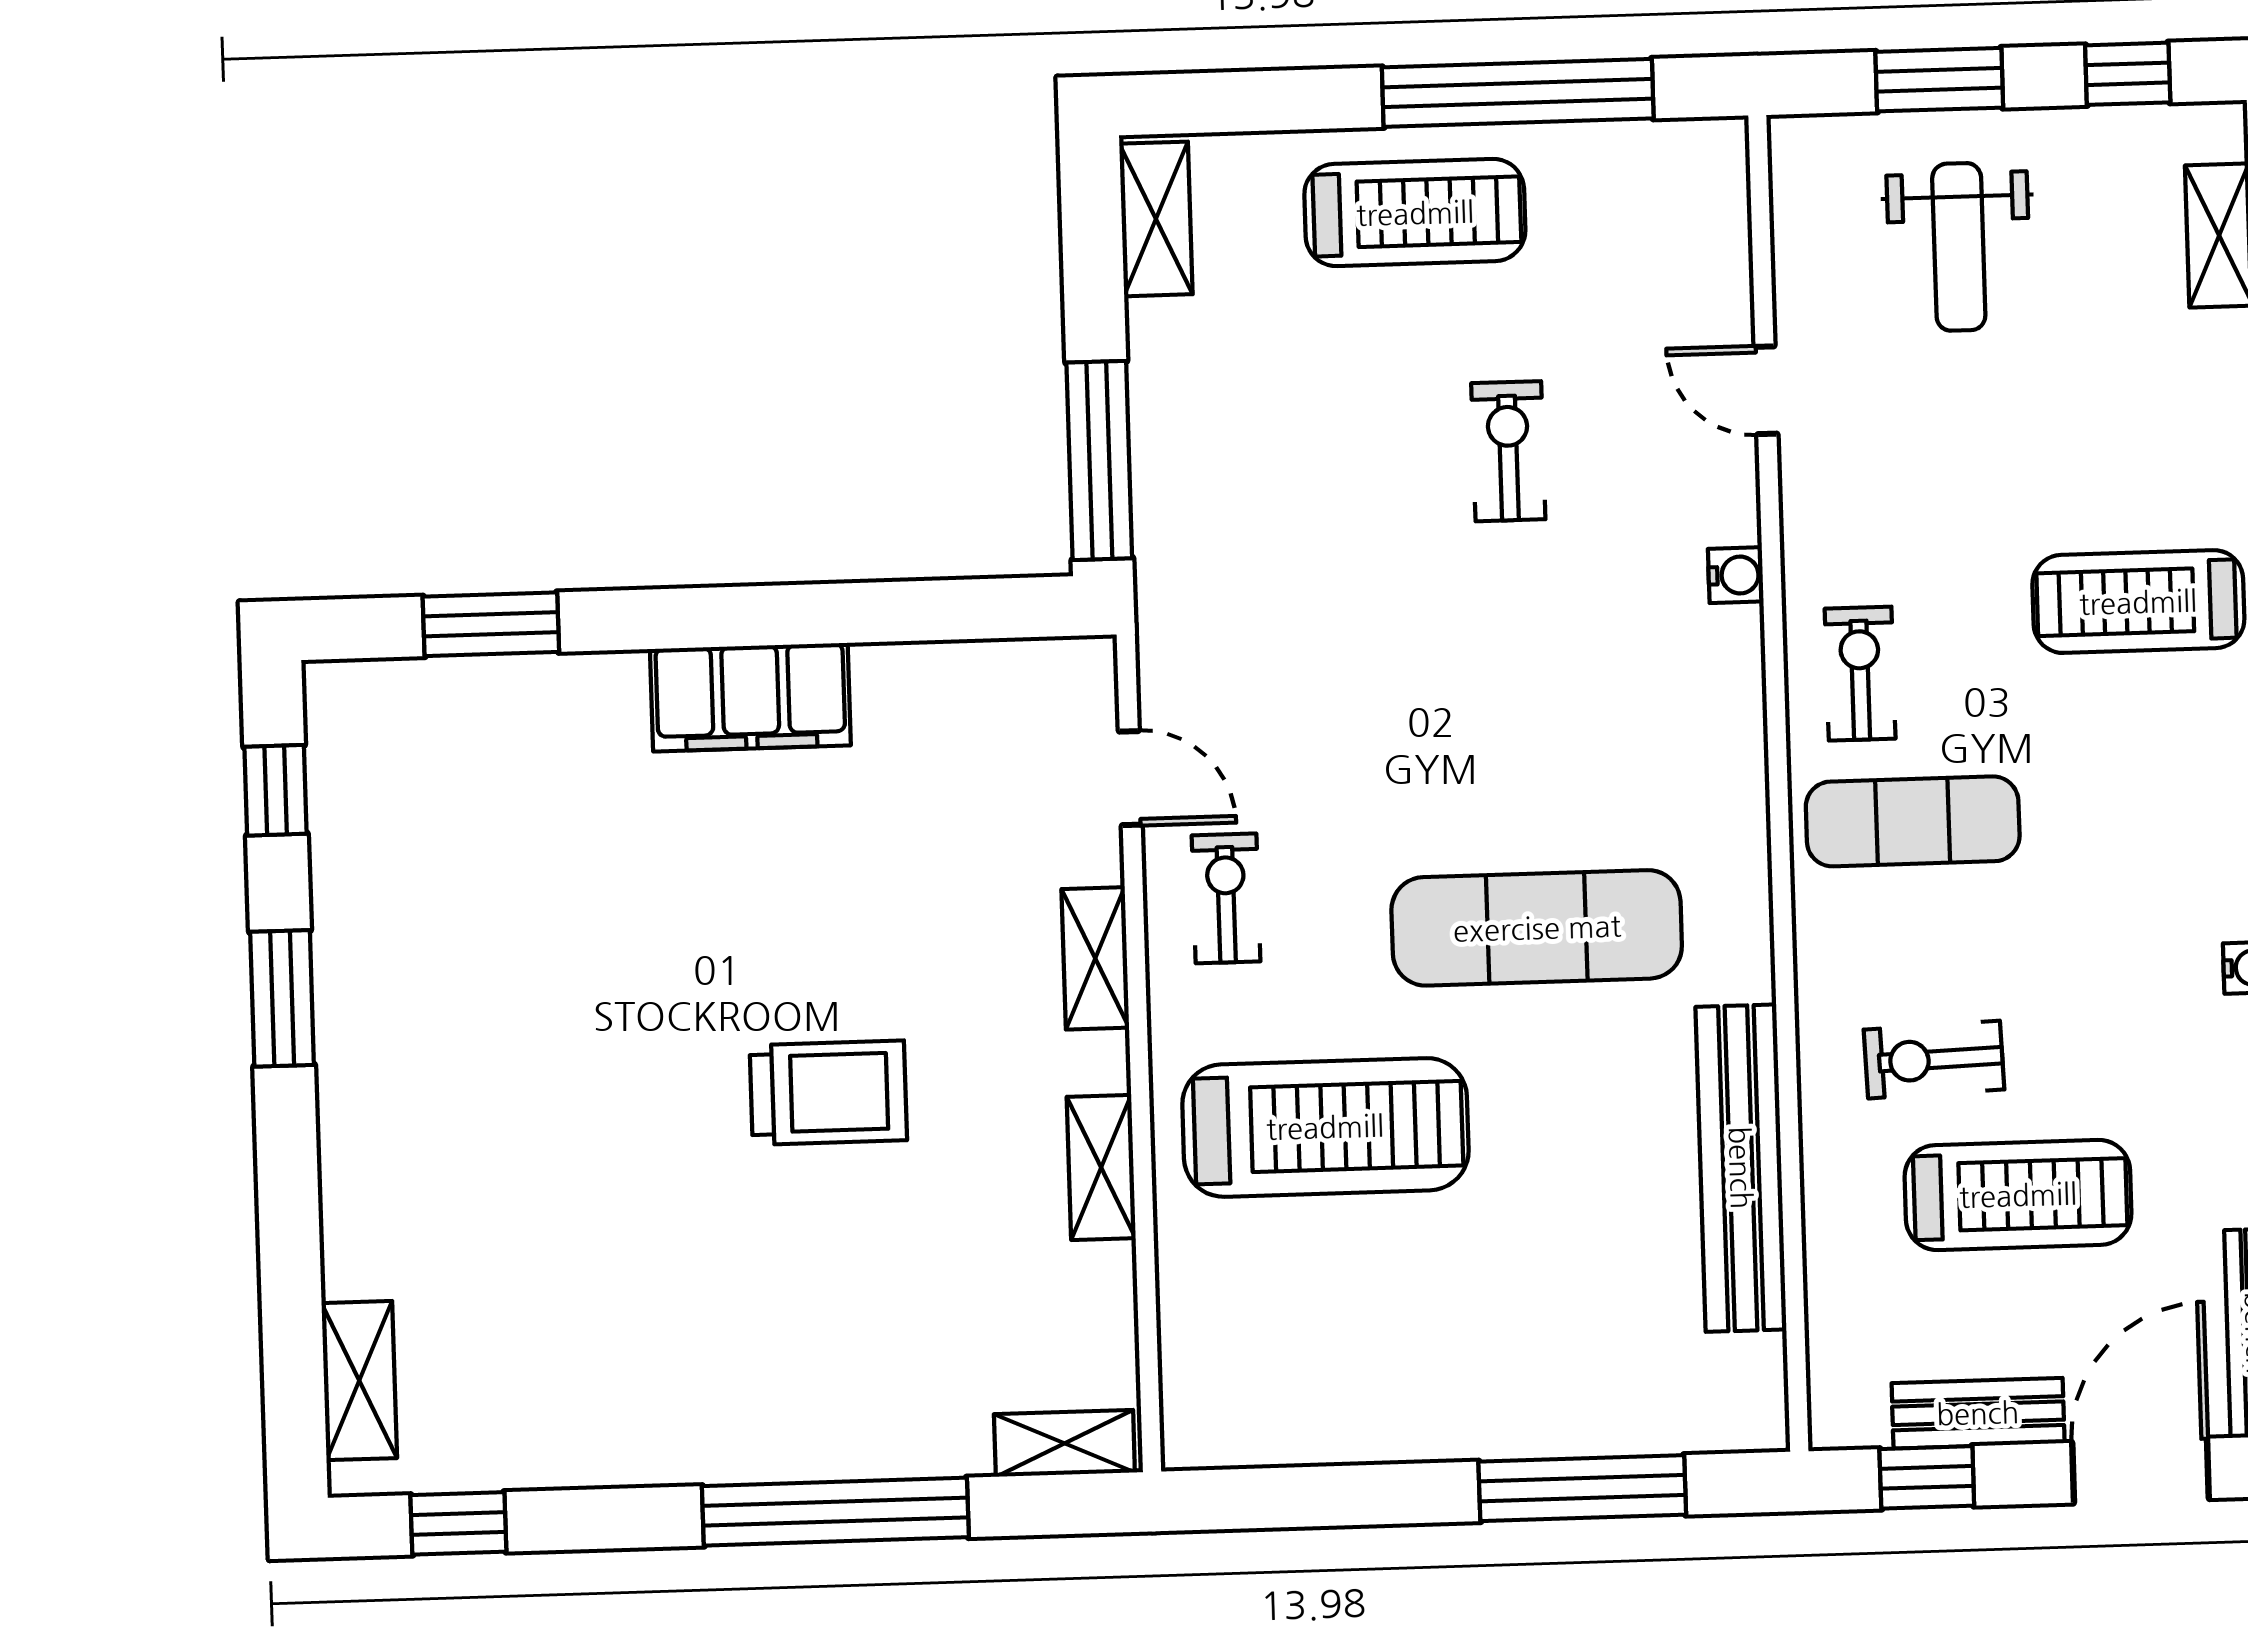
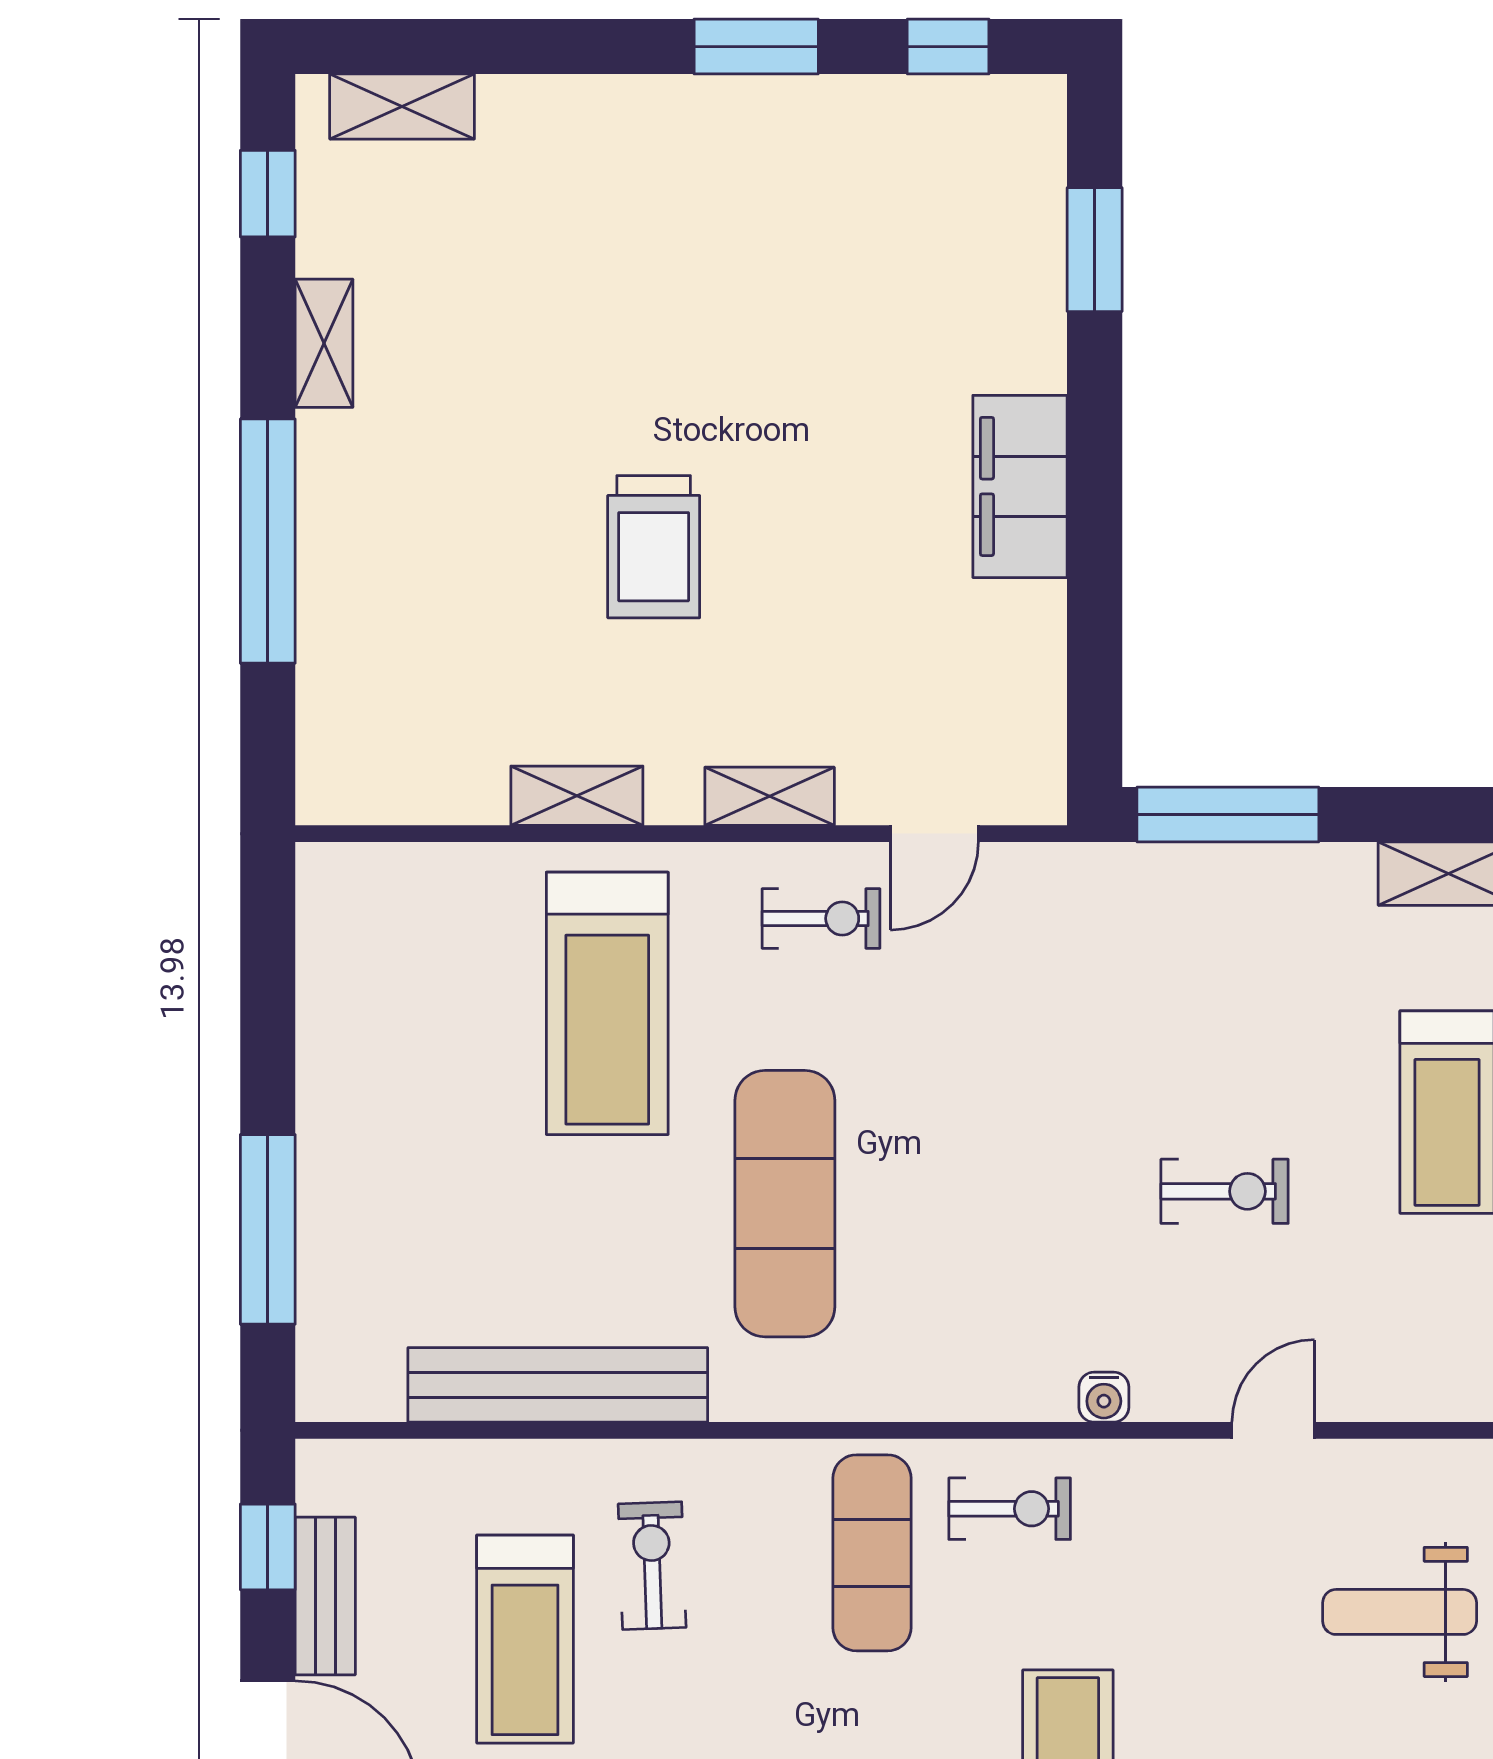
shelving: (1064, 1443) -> (324, 343), moved

